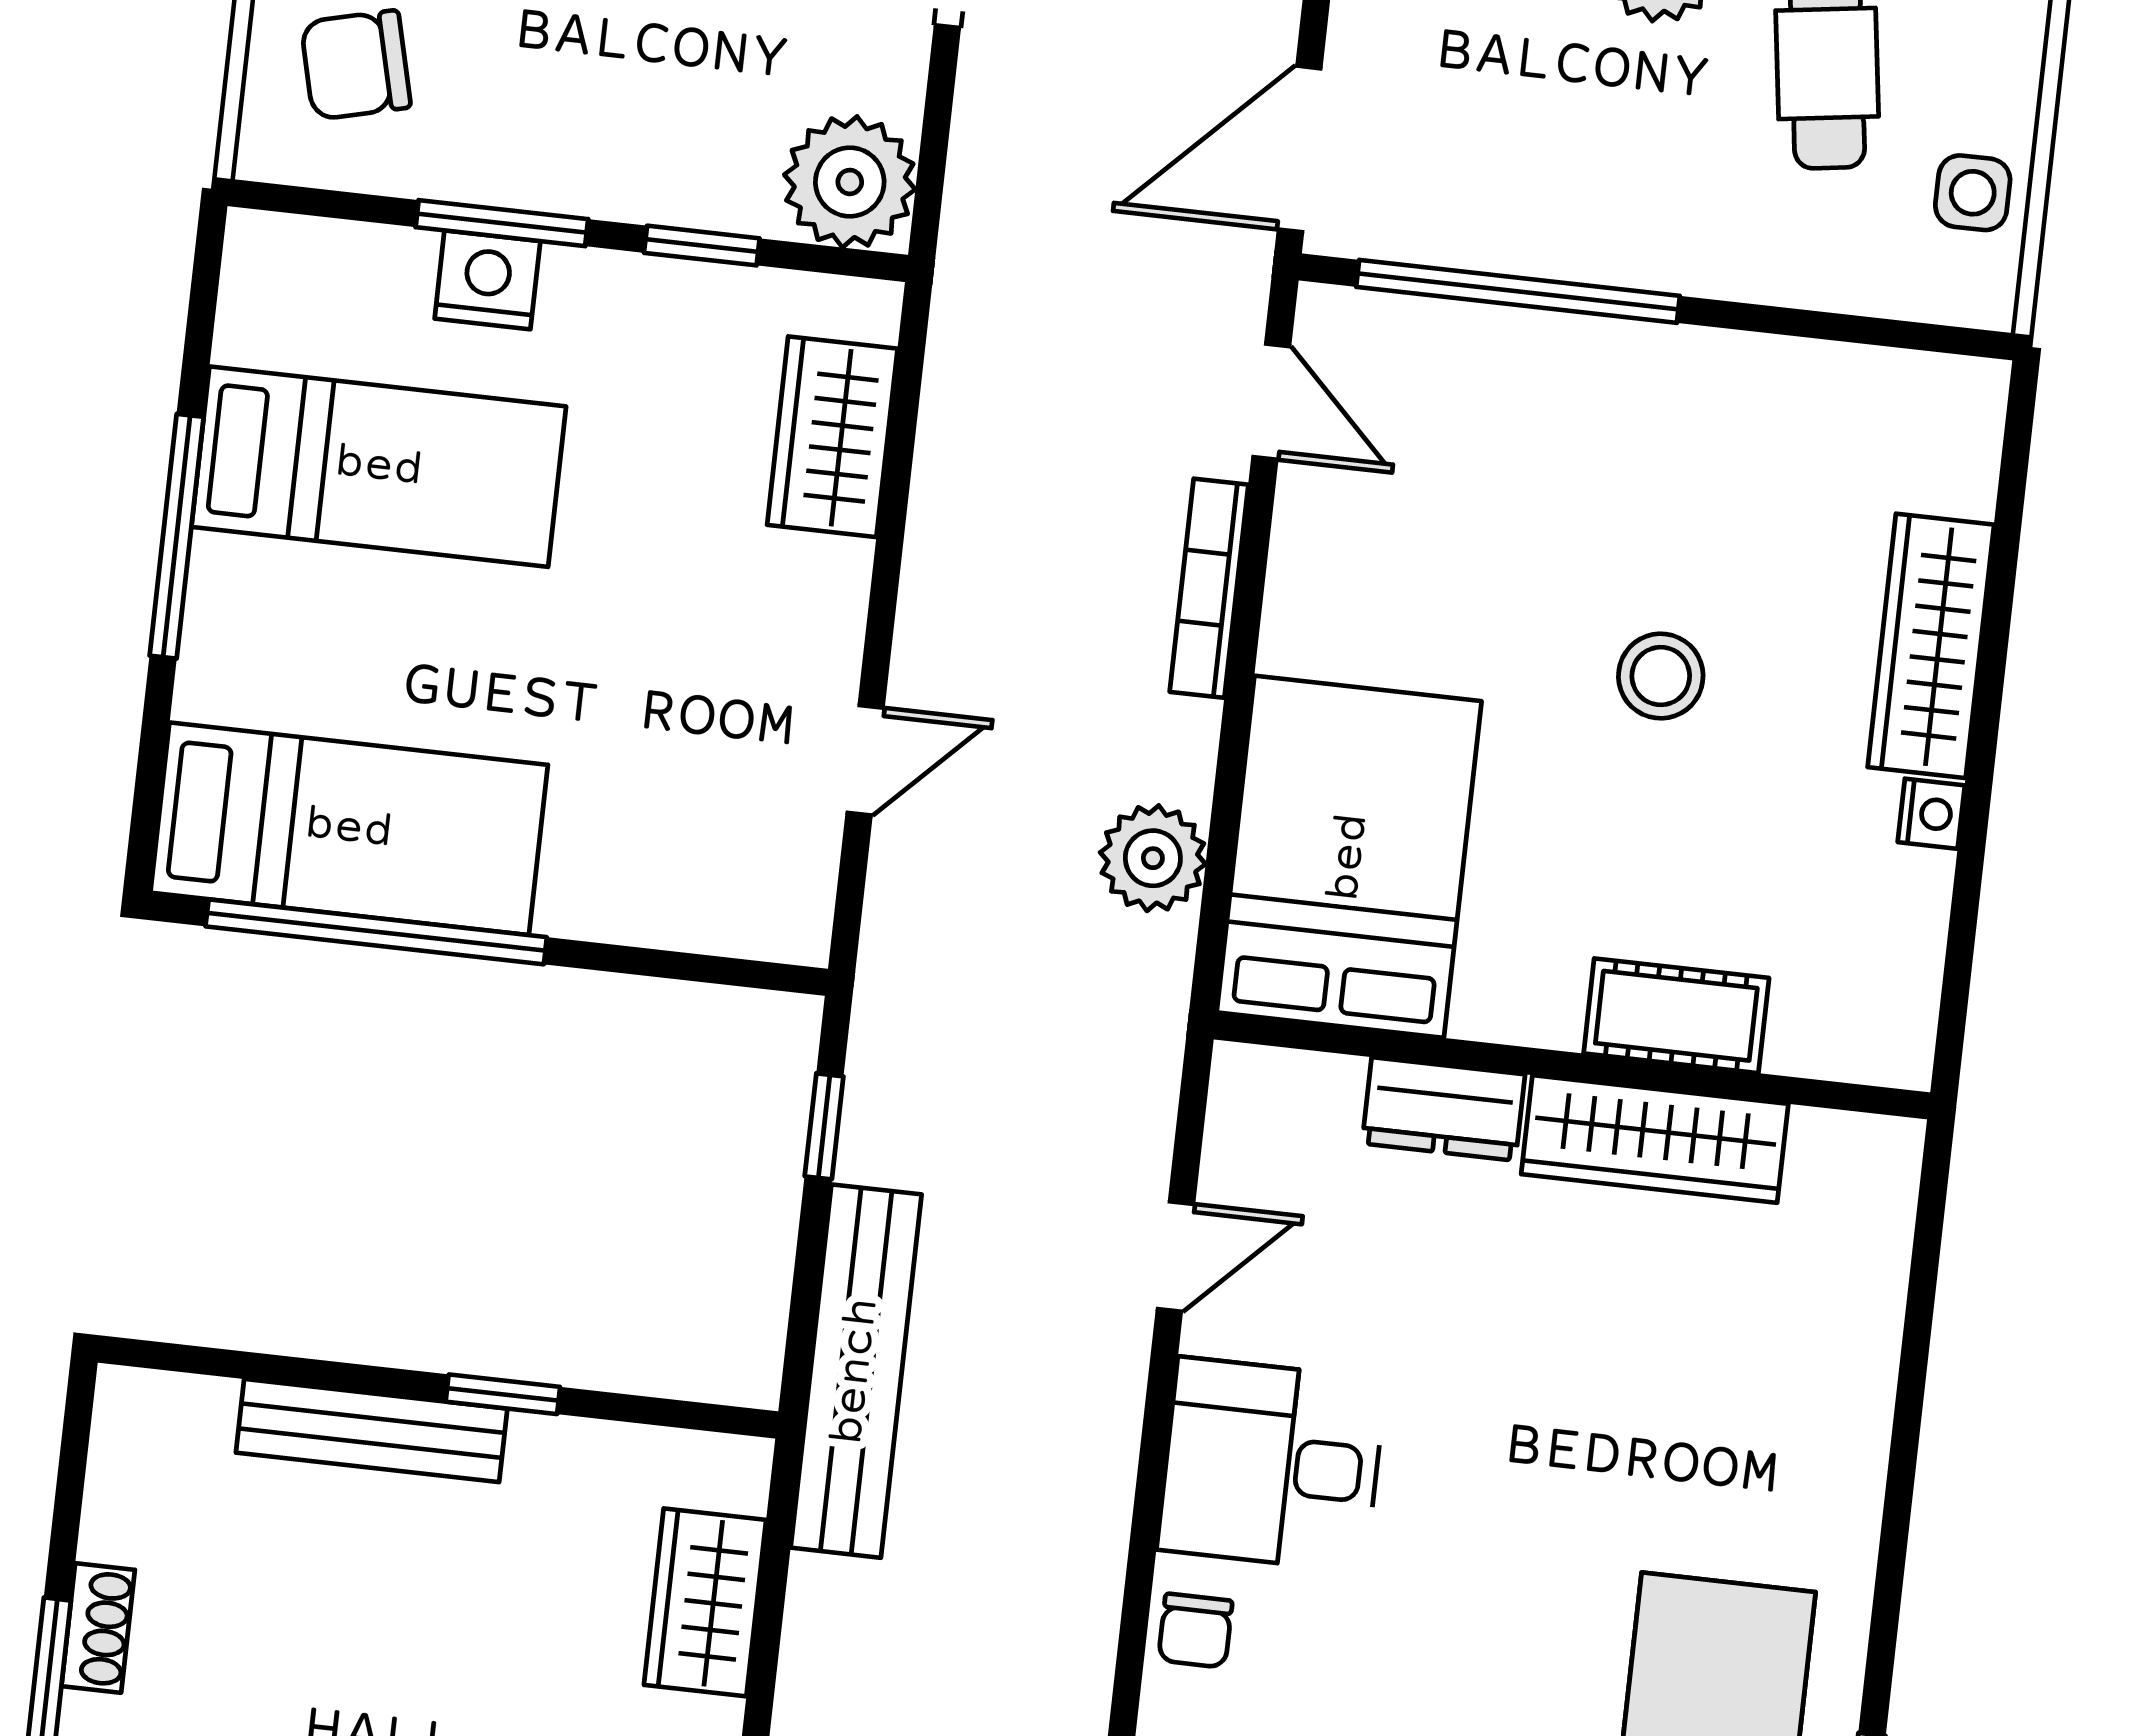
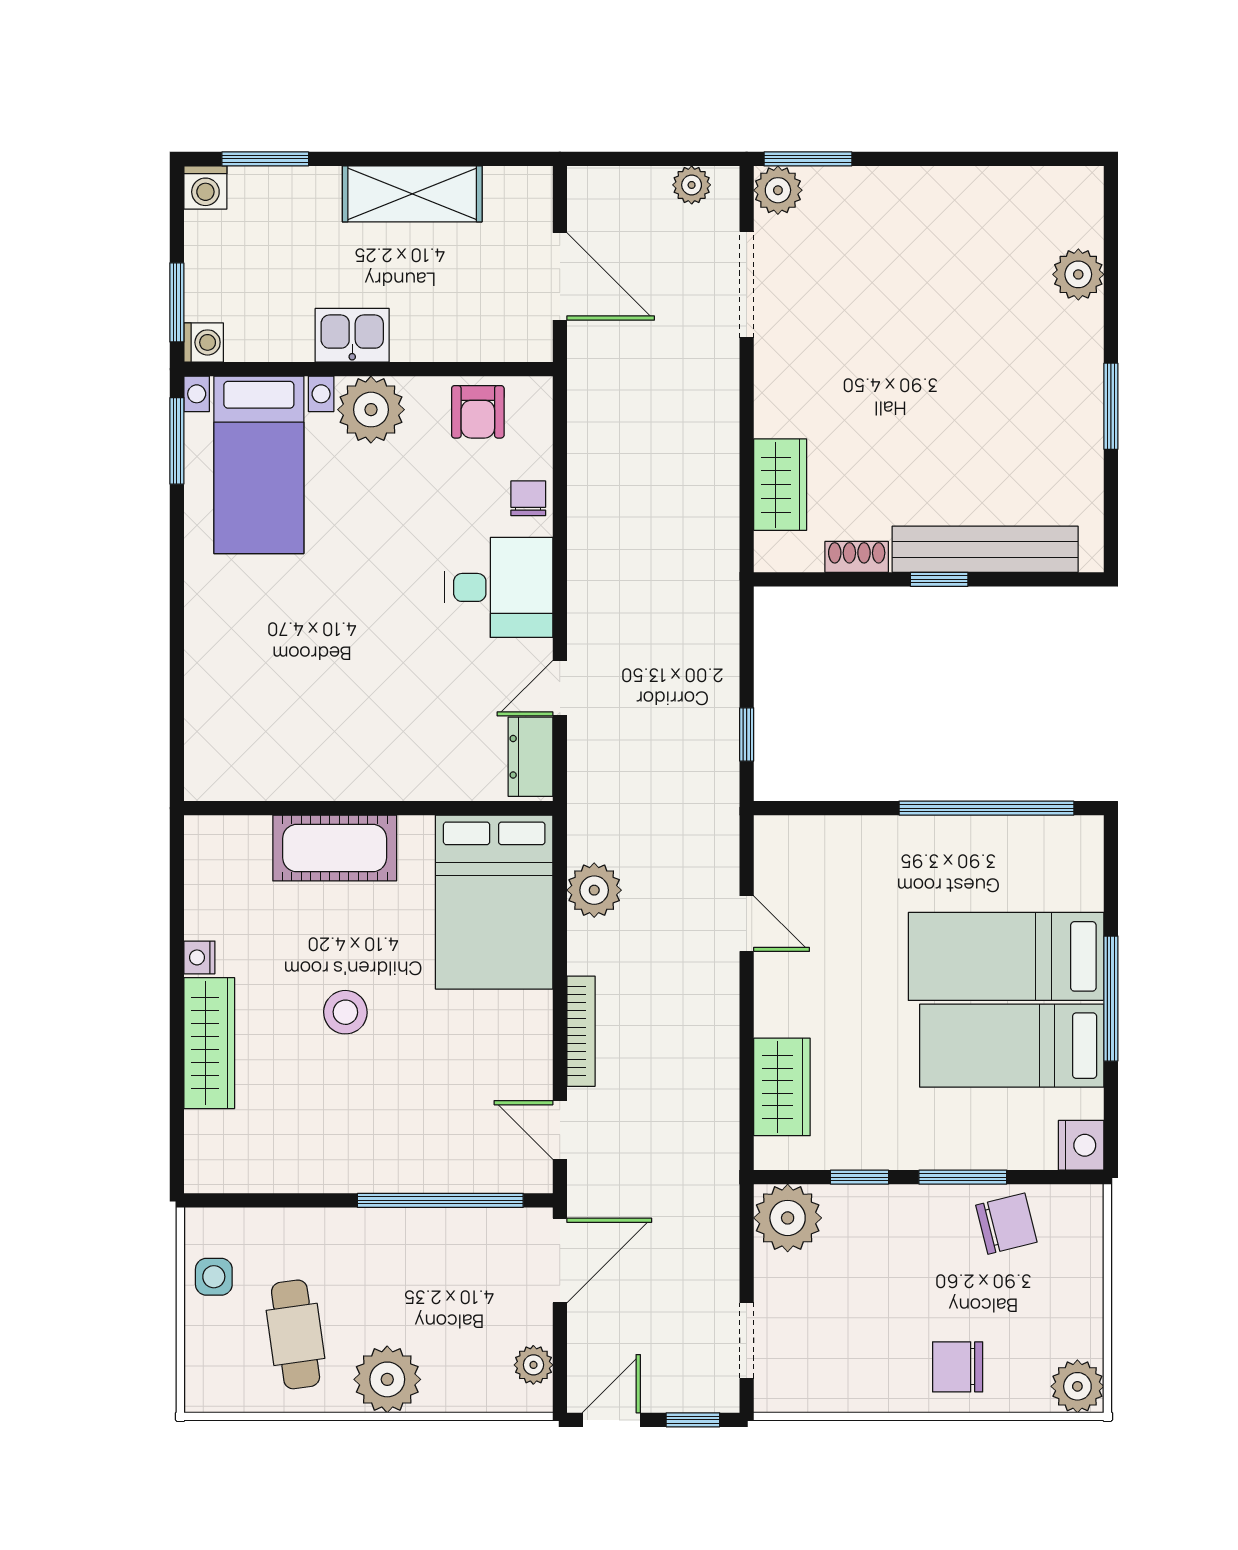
chair: (356, 65) -> (1006, 1224), moved
nightstand: (487, 280) -> (1081, 1145), moved, turned -90
door: (865, 760) -> (747, 924), swing flipped
bed: (349, 829) -> (1006, 956), moved
cot: (1676, 1016) -> (335, 848), width x1.37, depth x1.34
dresser: (1443, 1109) -> (531, 757), moved, turned -90
wardrobe: (1655, 1139) -> (322, 776), removed
bench: (856, 1371) -> (716, 611), removed
window: (503, 1394) -> (939, 579), moved
bench: (372, 1431) -> (985, 549), width x1.37, depth x1.21
shoe rack: (98, 1628) -> (857, 557), moved, turned 90

